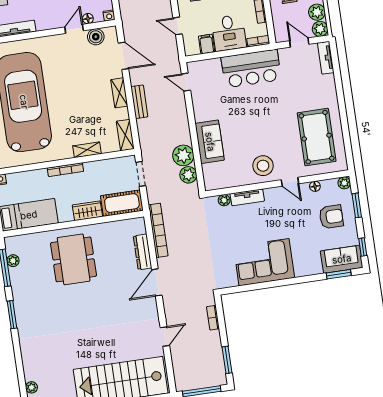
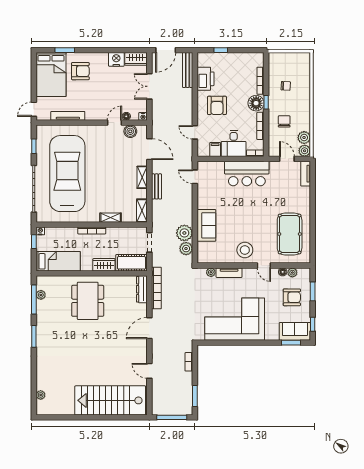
plant: (344, 183) -> (292, 273), moved
dresser: (143, 252) -> (142, 289), moved
corner sofa: (264, 262) -> (235, 319), width x1.36, depth x1.36
door: (165, 336) -> (149, 371), swing flipped

